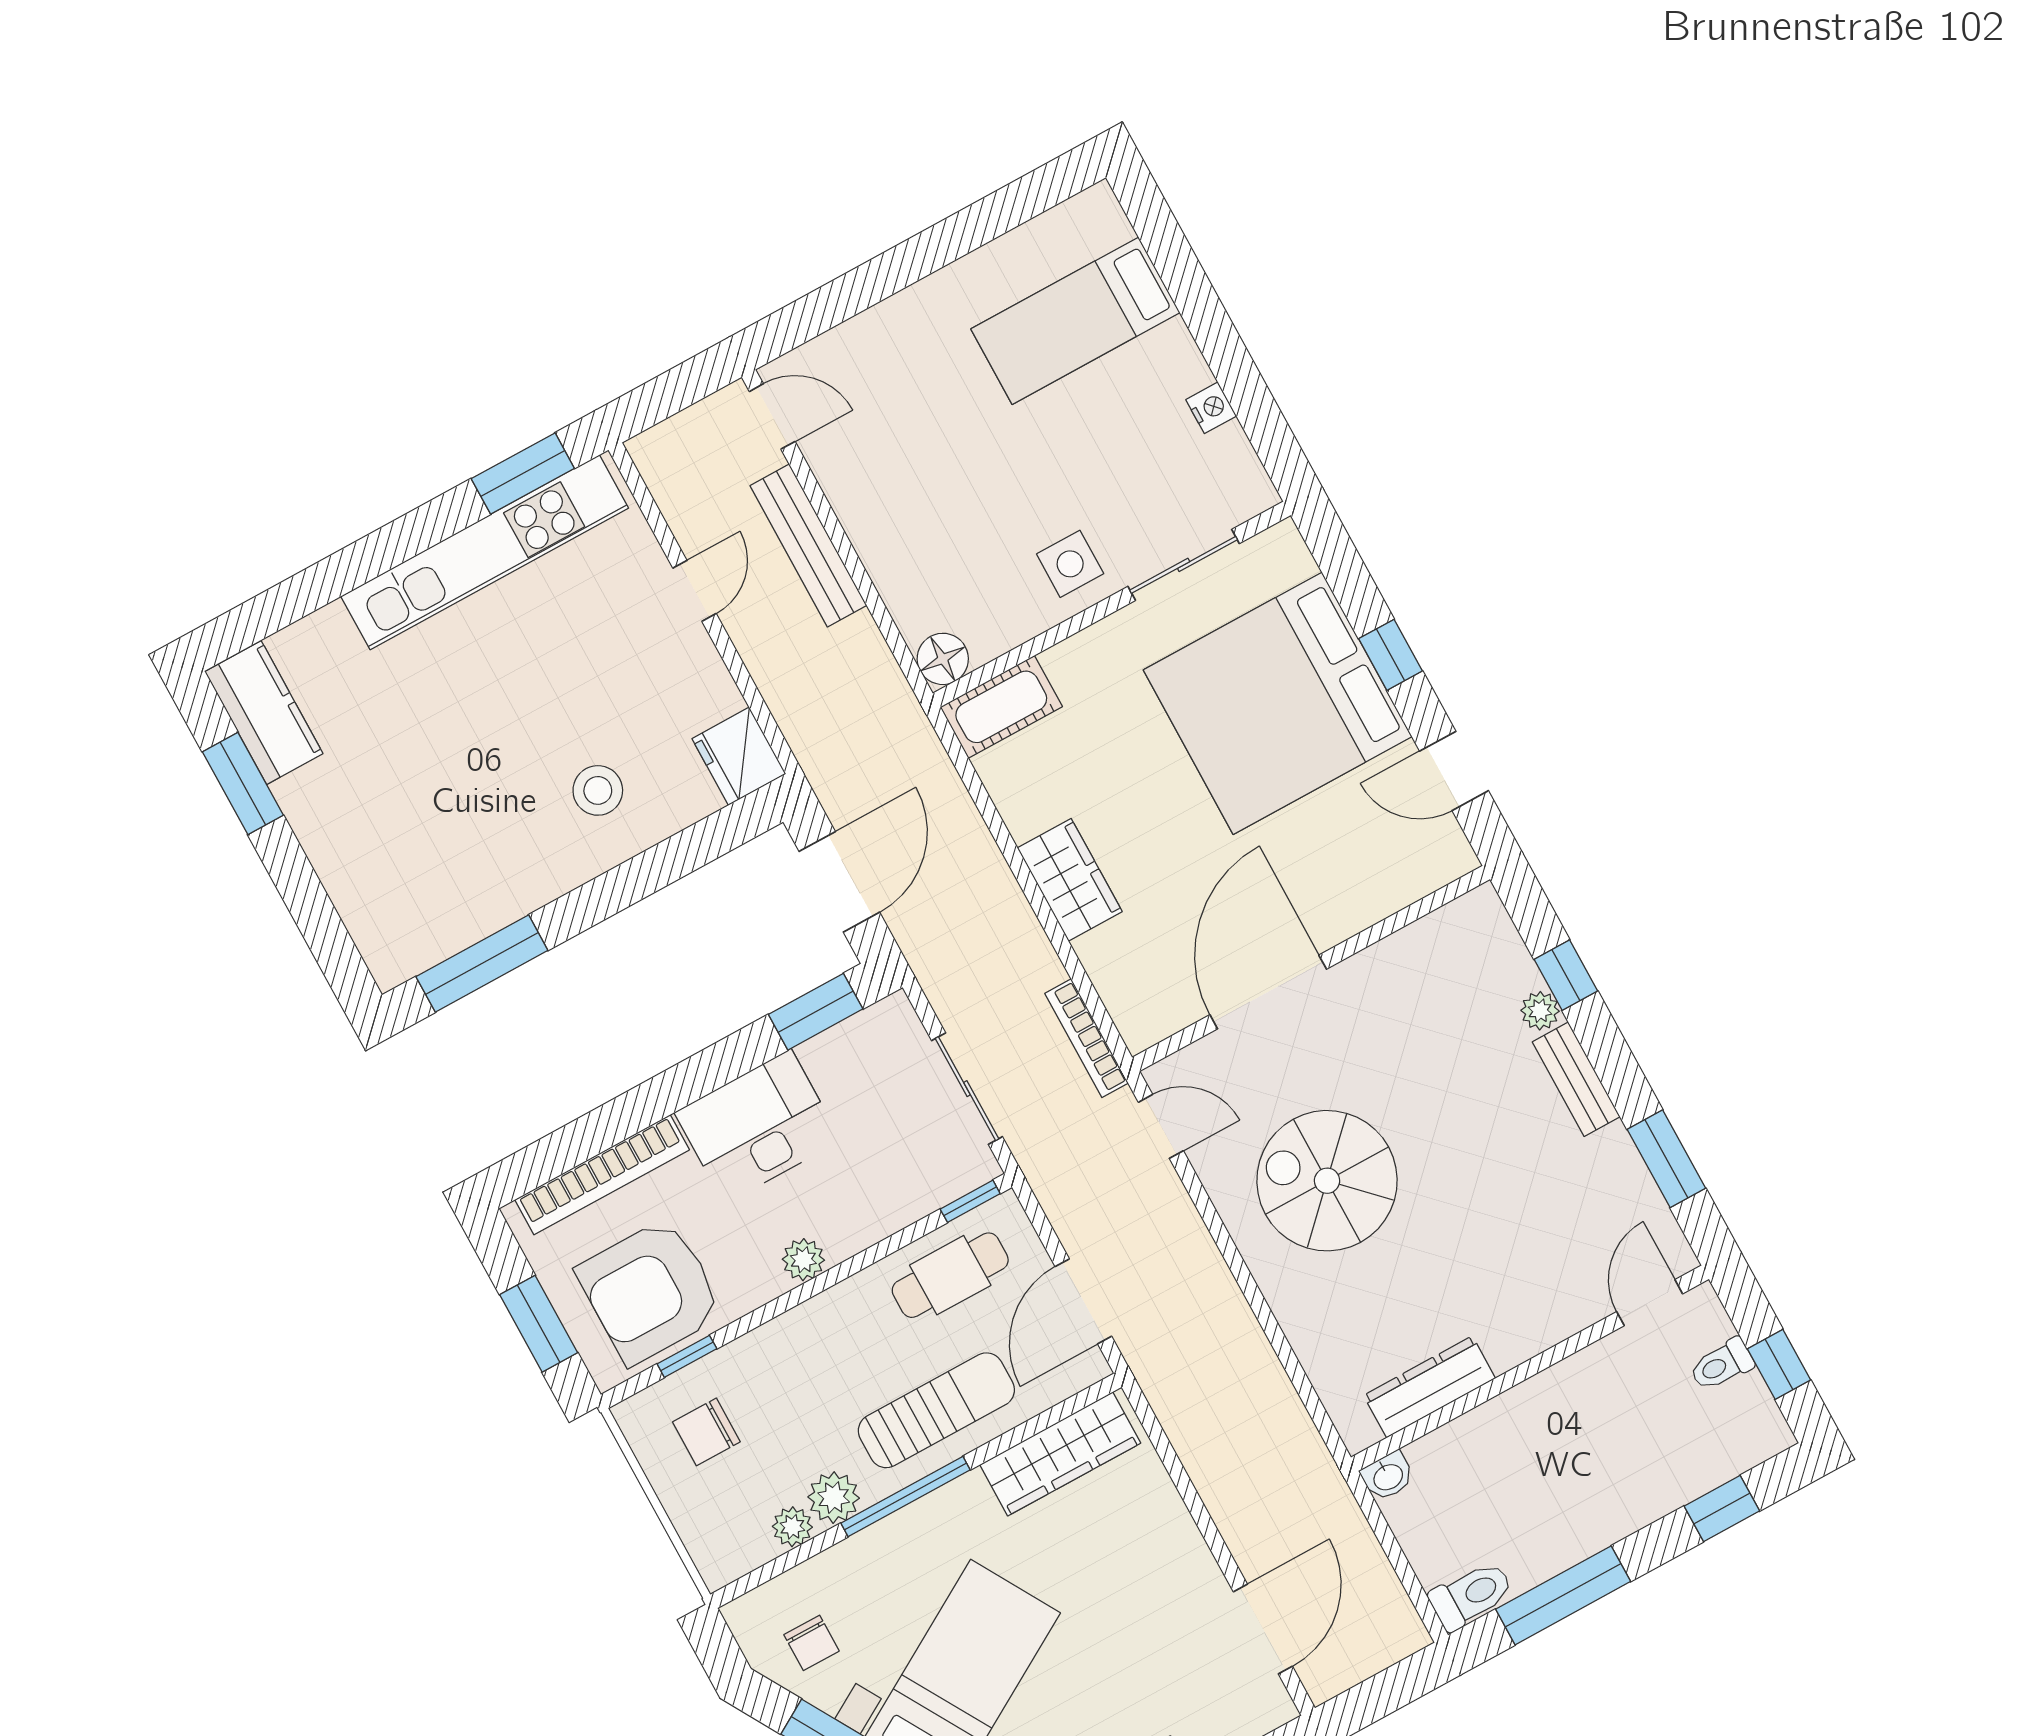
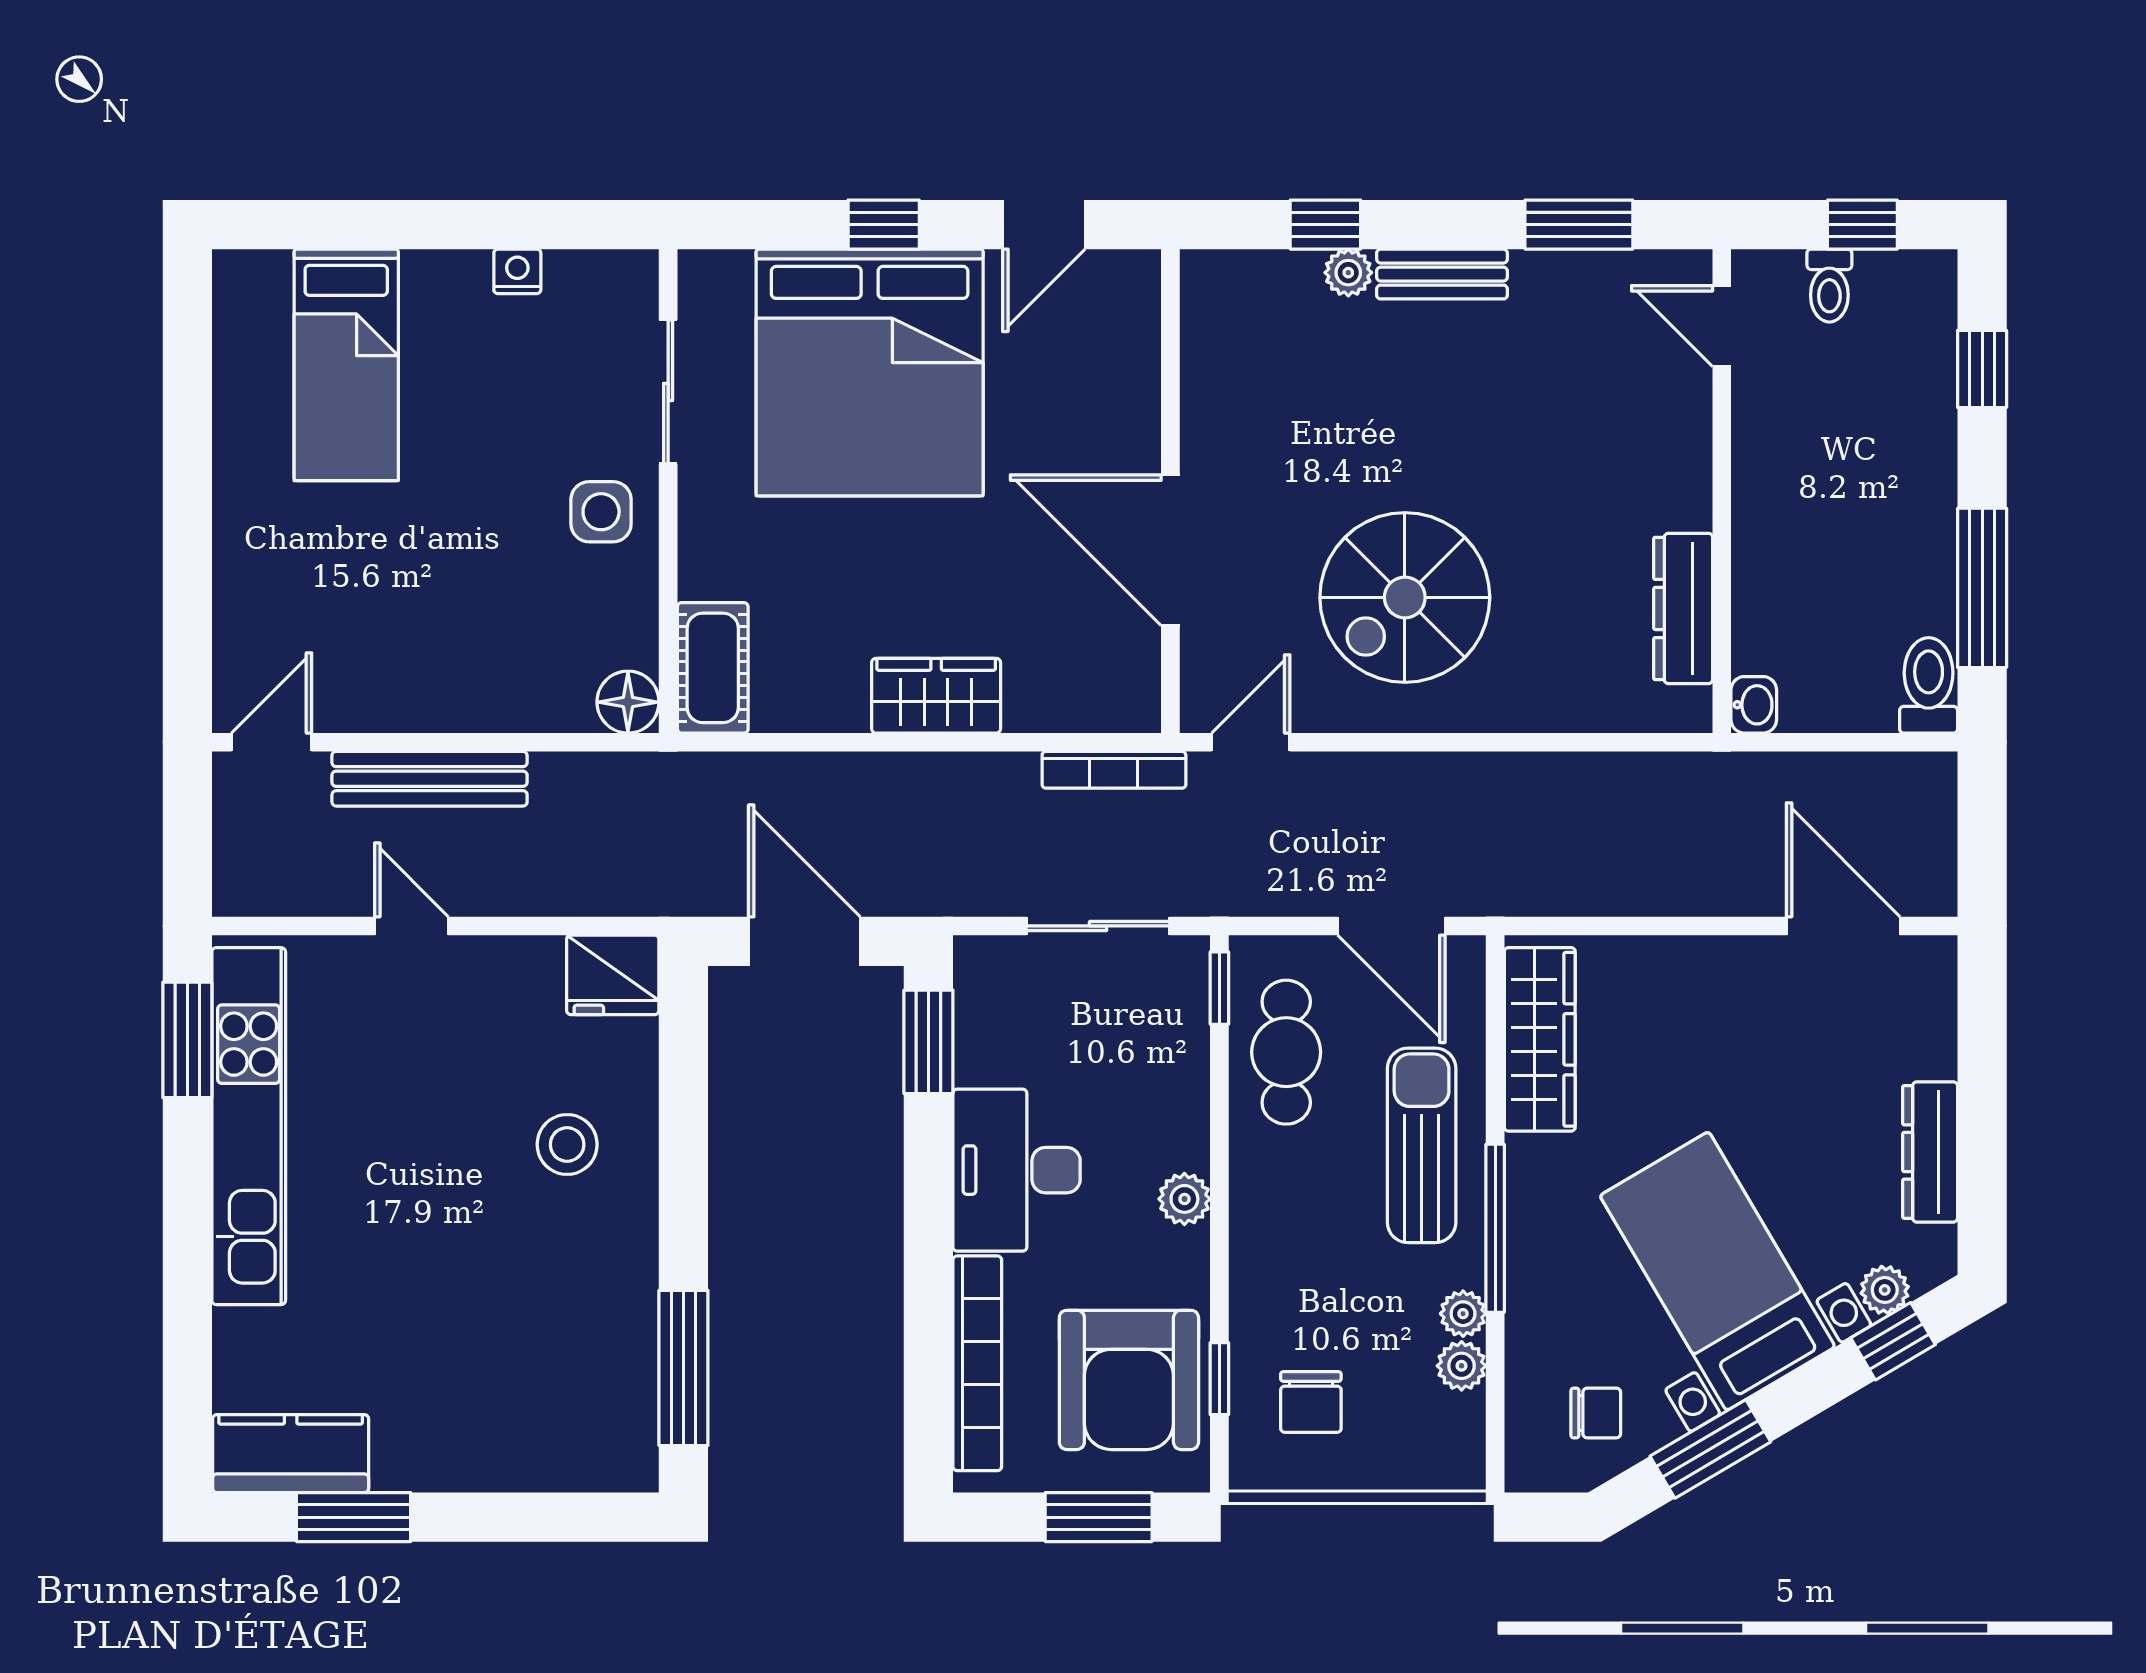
plant: (834, 1498) -> (1463, 1314), width x0.73, depth x0.73

